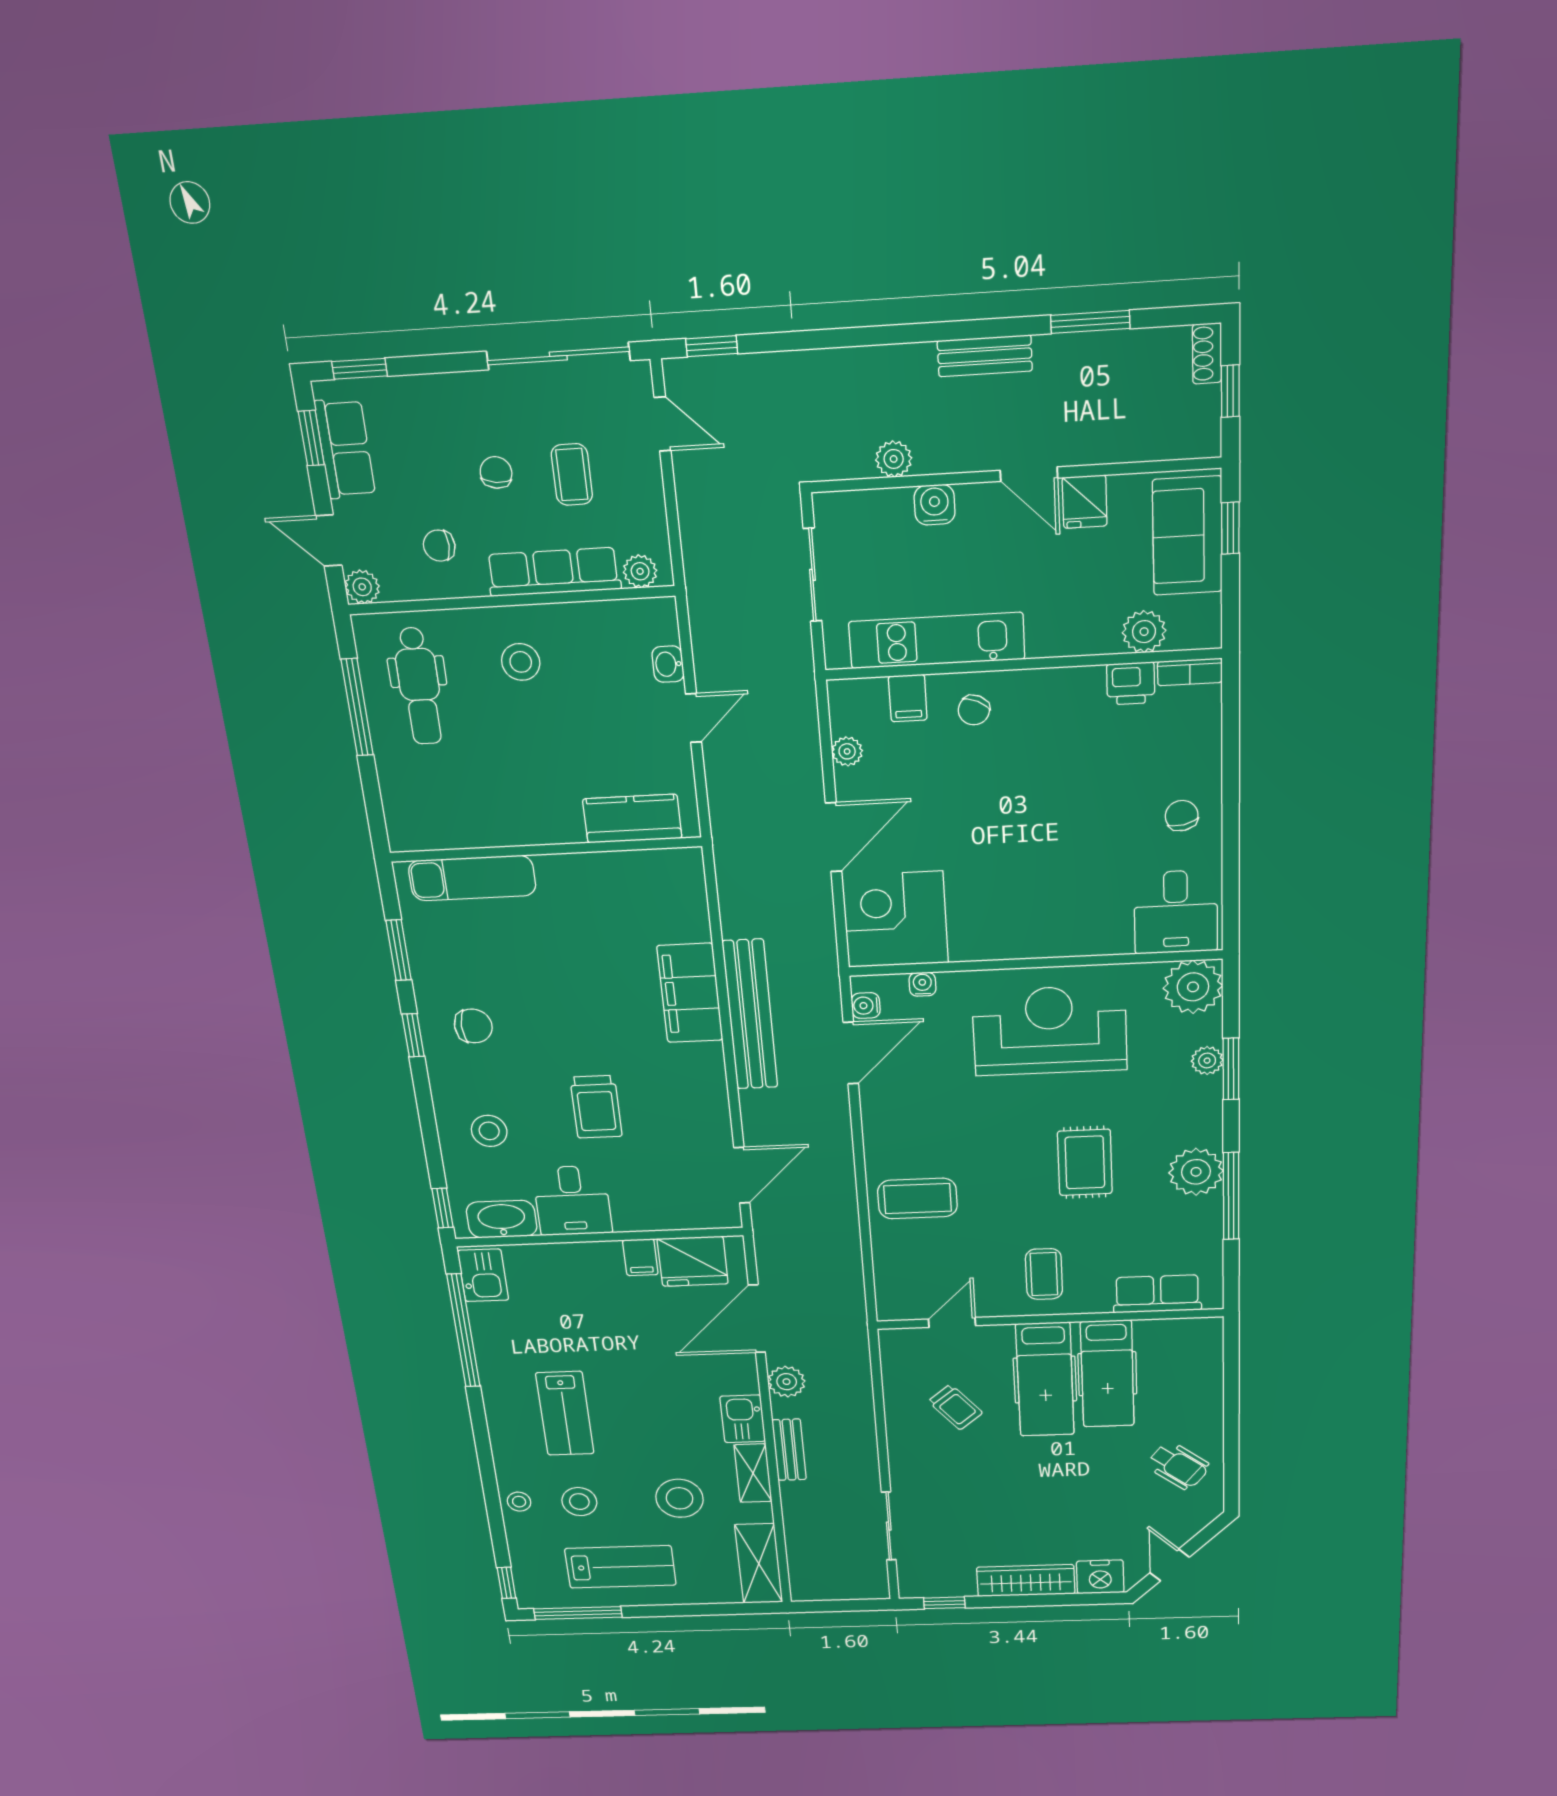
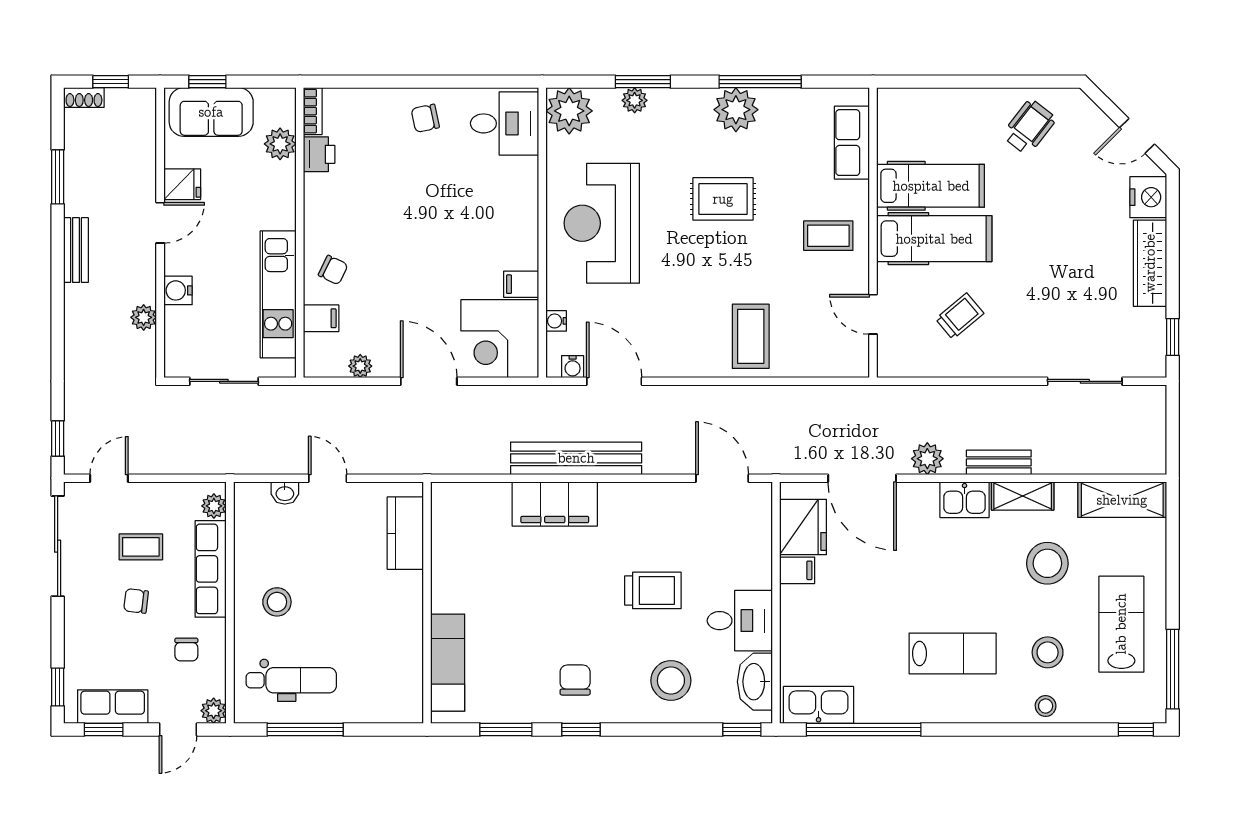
filing cabinet: (967, 941) -> (521, 284), added
stool: (489, 1131) -> (671, 681), width x1.38, depth x1.38
kitchen sink: (483, 1275) -> (819, 705), width x1.38

